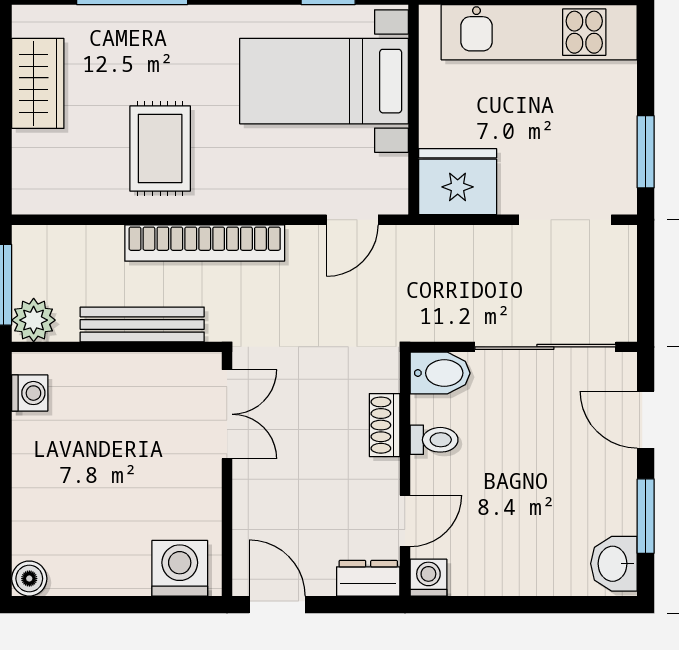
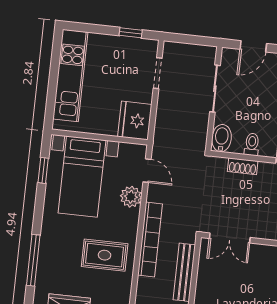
window: (646, 152) -> (131, 33), width x0.67
plant: (292, 191) -> (131, 197), added
doorway: (565, 220) -> (158, 73), width x0.73
sliding door: (545, 347) -> (215, 89), width x0.73
double door: (227, 414) -> (230, 238), swing flipped

